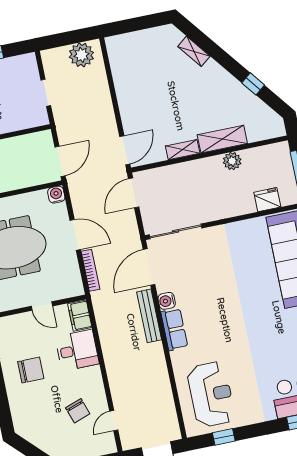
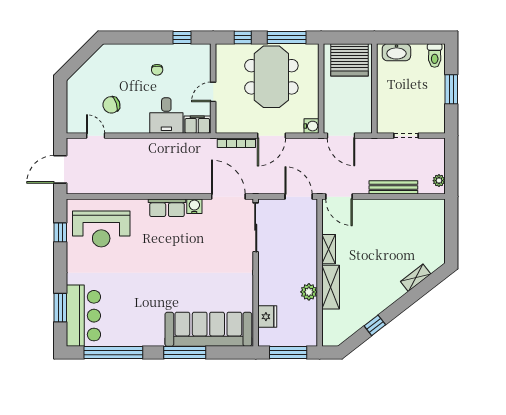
plant: (81, 55) -> (439, 181), width x0.53, depth x0.53
bench: (149, 316) -> (393, 187), moved
chair: (31, 370) -> (157, 70), width x0.54, depth x0.54

